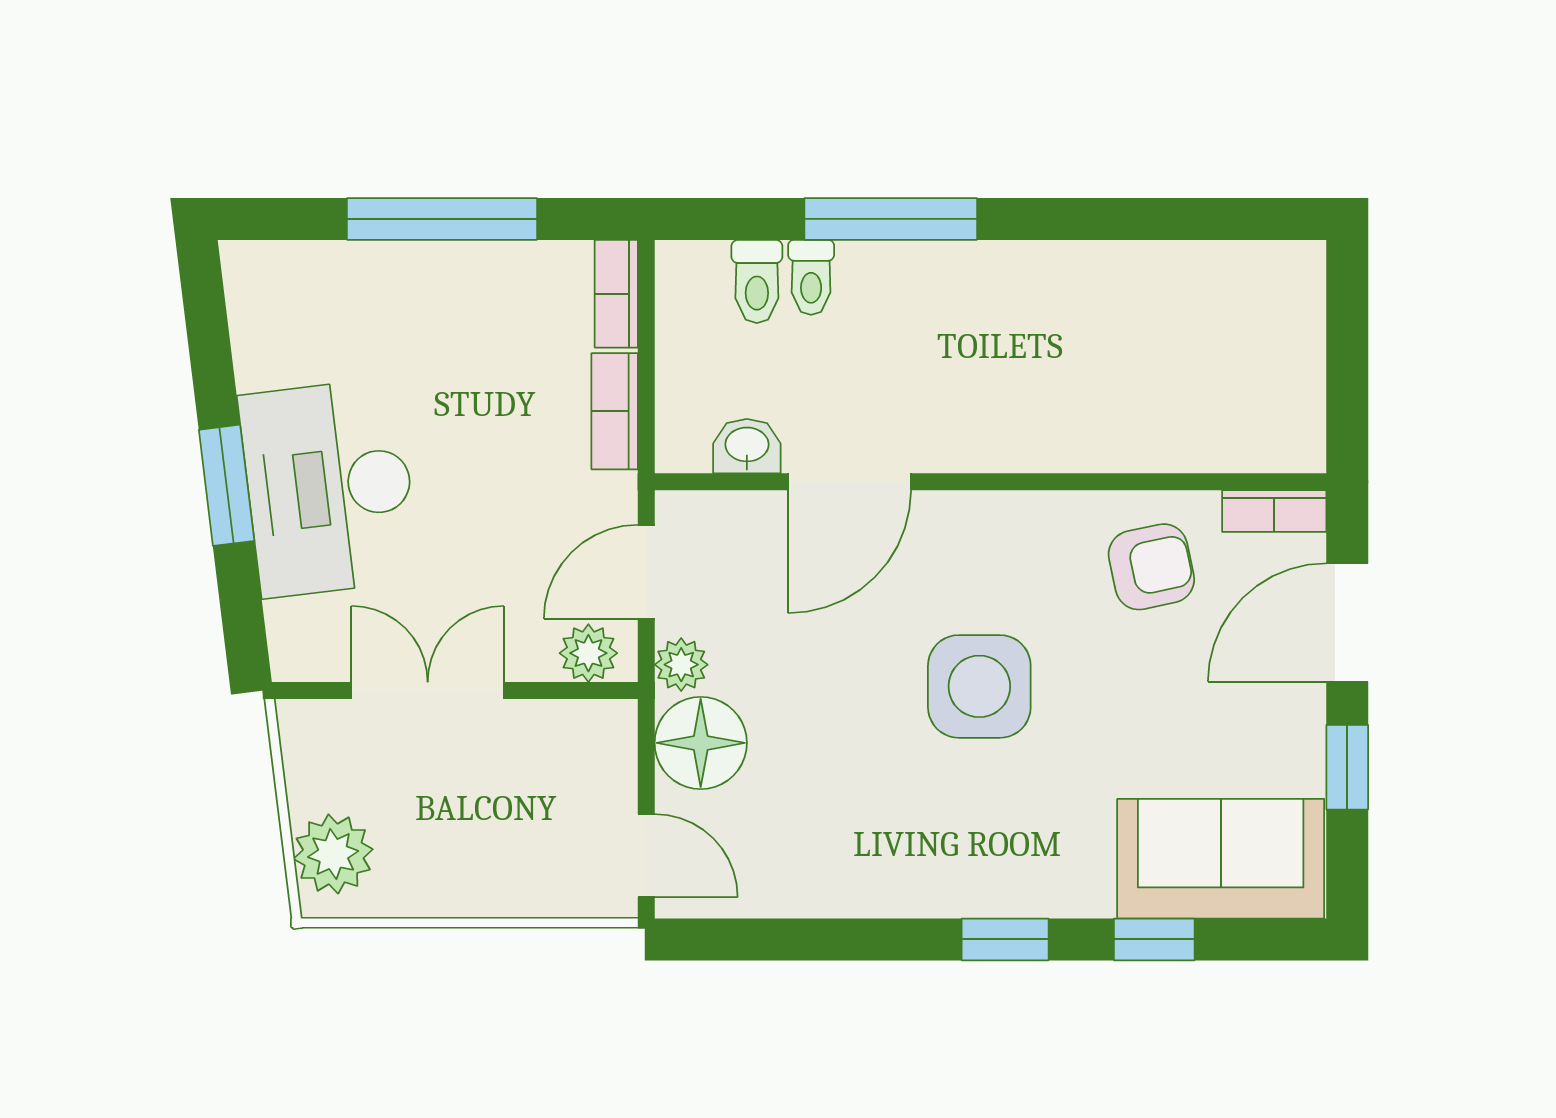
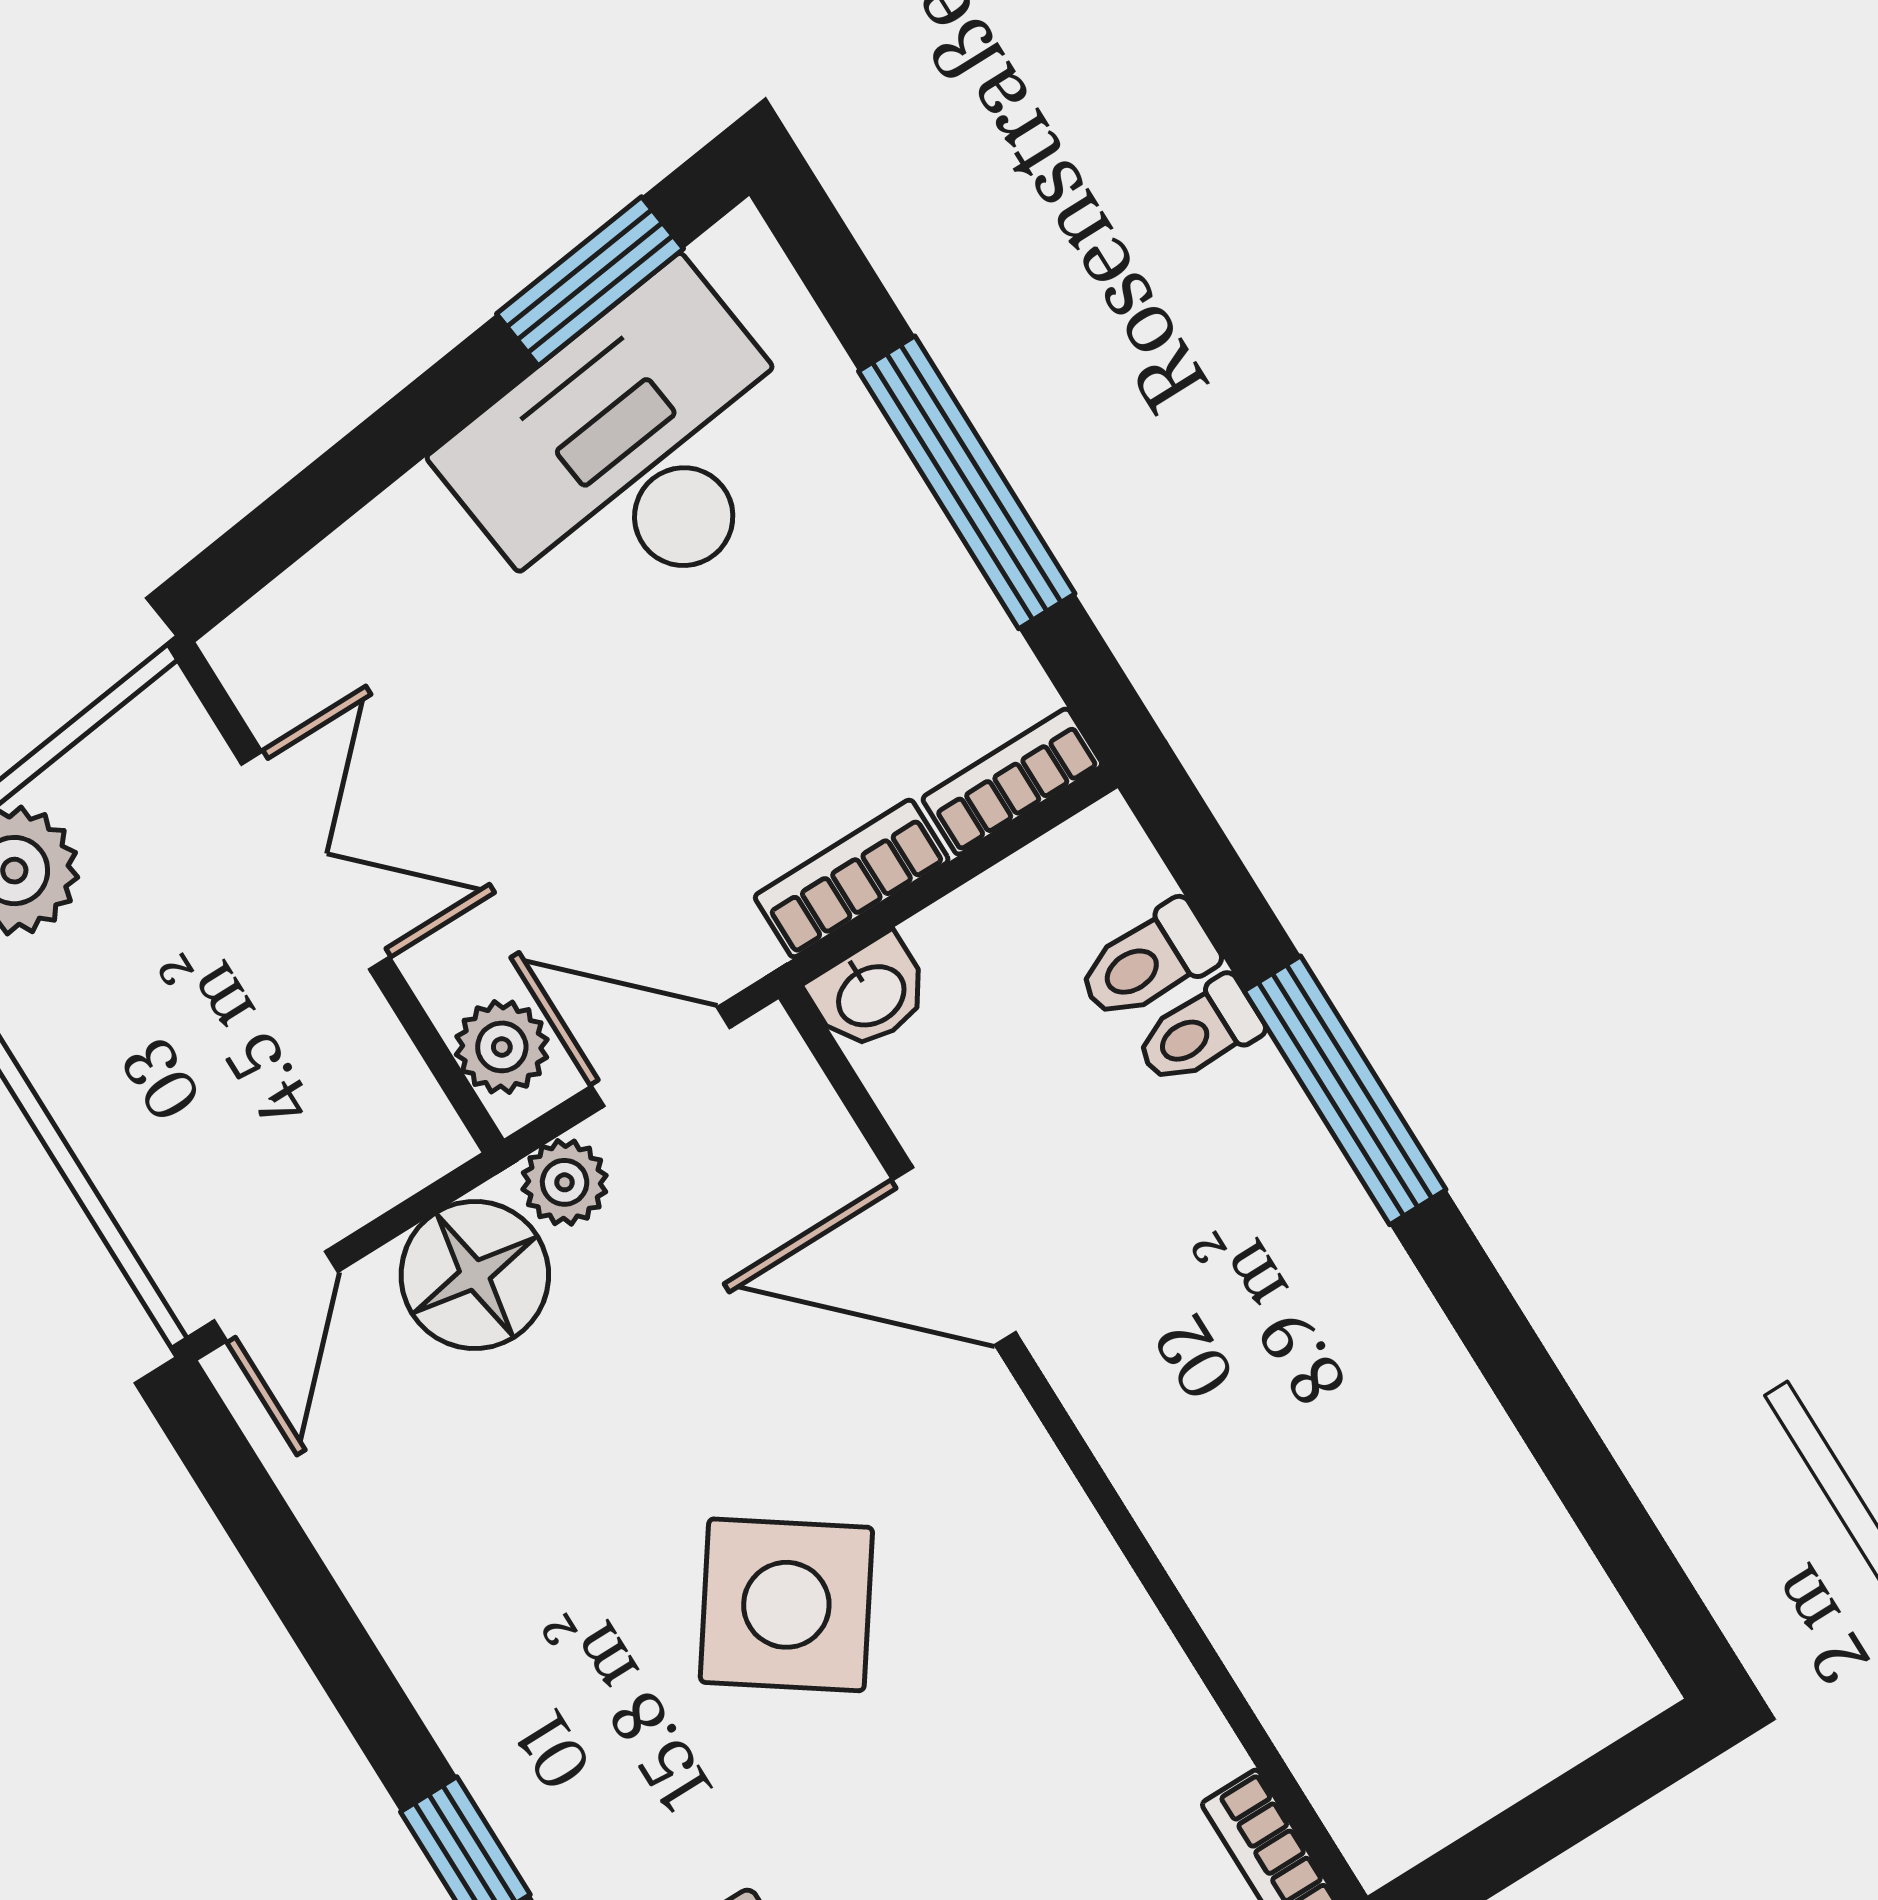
washbasin: (747, 446) -> (870, 994), moved, turned 90
window: (227, 485) -> (590, 281), moved
desk: (329, 488) -> (634, 454), moved
armchair: (1151, 567) -> (1094, 1737), removed
side table: (979, 686) -> (786, 1605), turned 35

